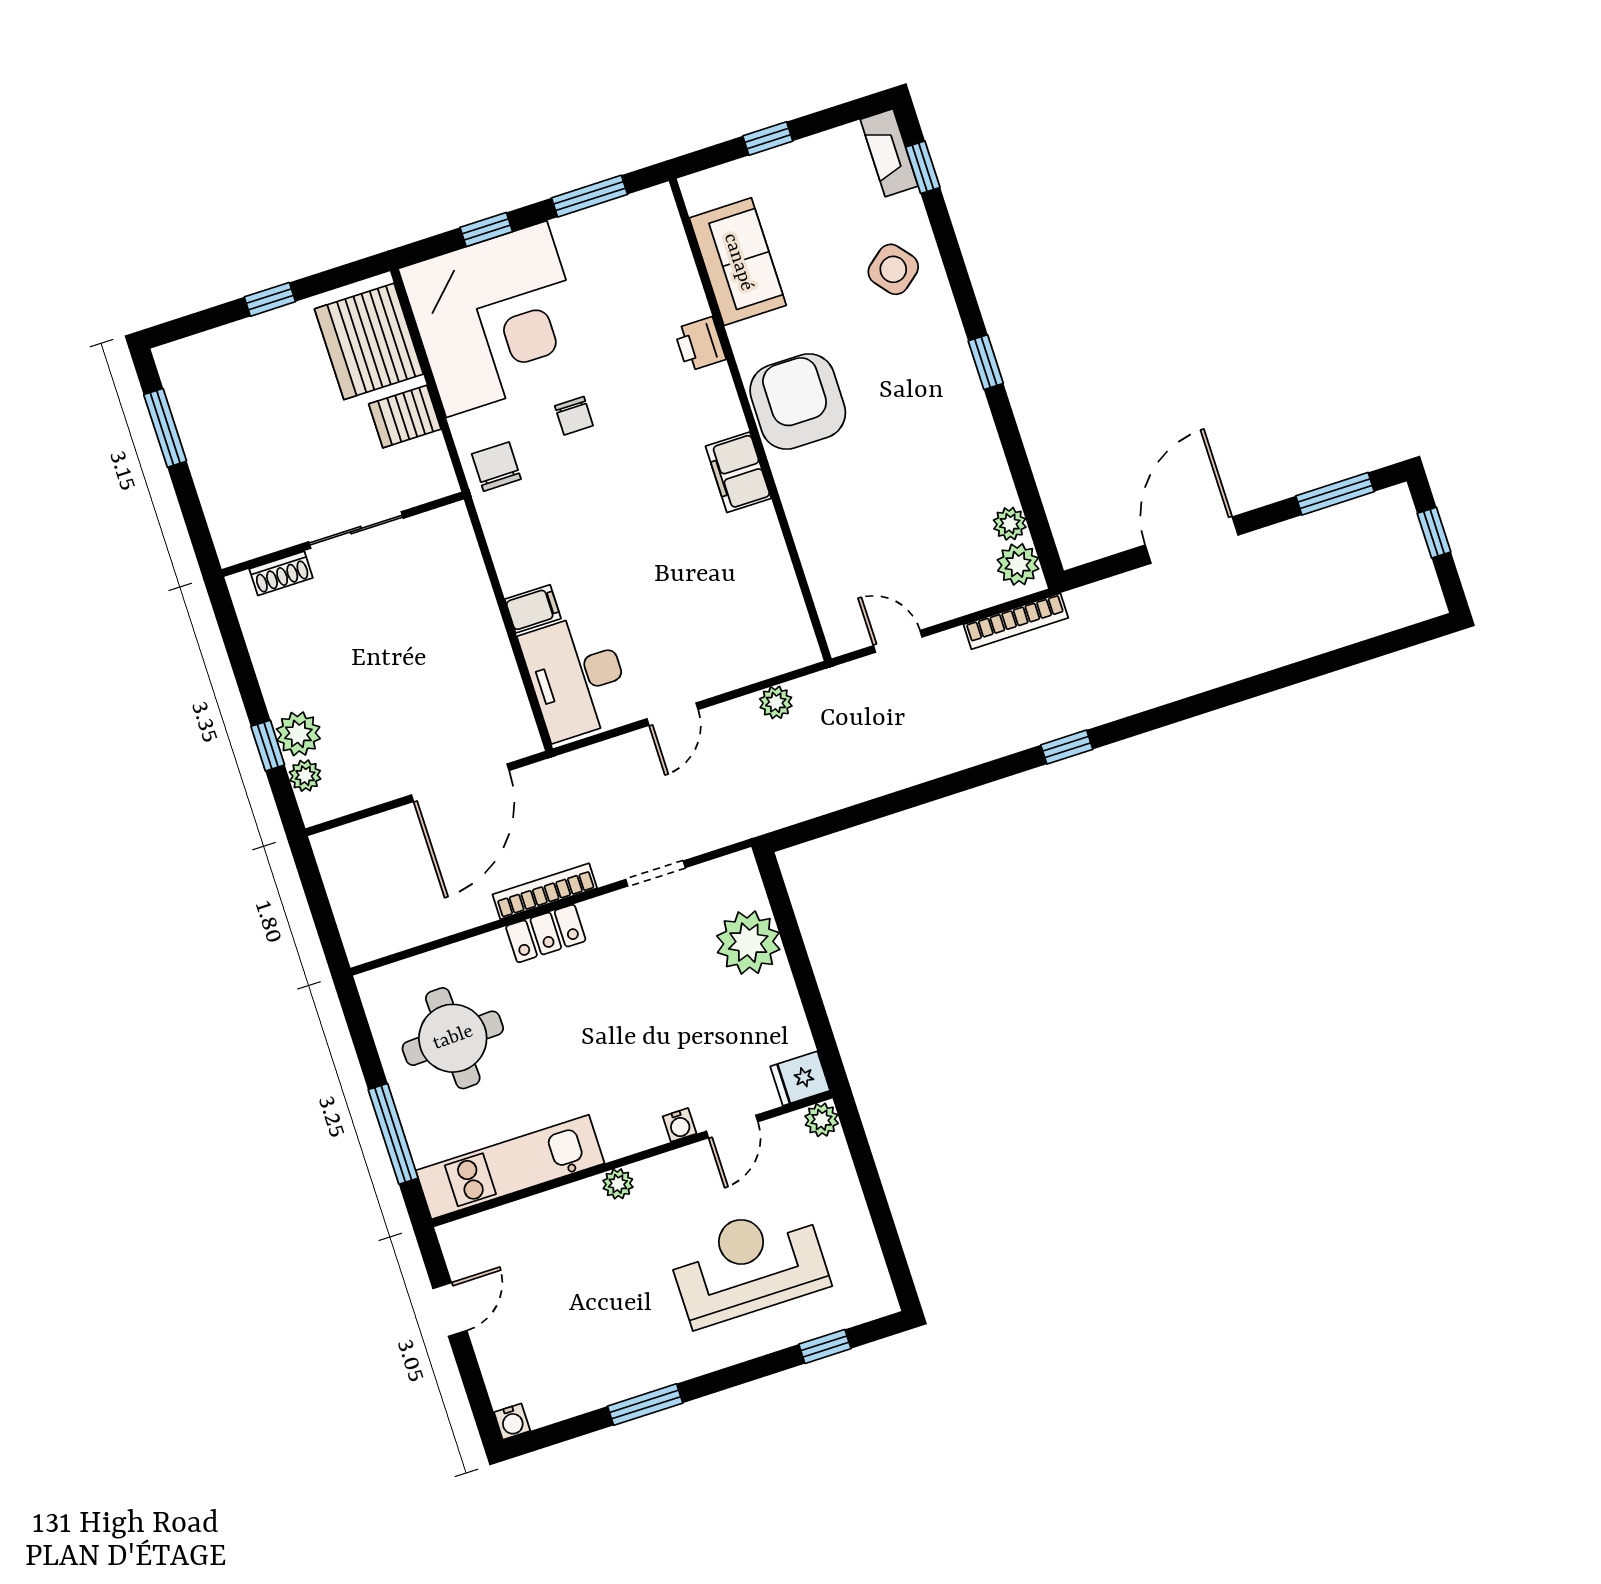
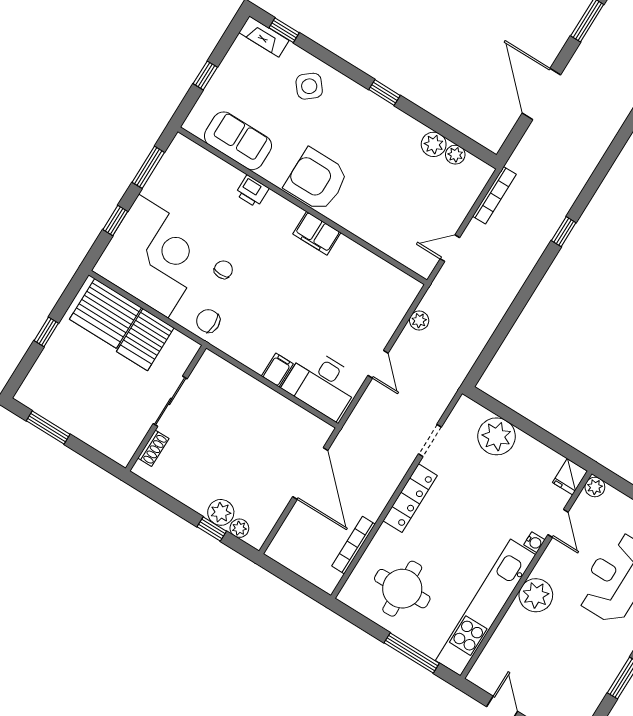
server rack: (405, 416) -> (145, 340), width x1.36, depth x1.44
chair: (574, 416) -> (223, 270), turned -90
plant: (1018, 564) -> (434, 144), moved
bookcase: (545, 891) -> (354, 545), moved
locker: (546, 933) -> (410, 498), width x1.53
kitchen unit: (510, 1167) -> (486, 608), width x1.36
plant: (618, 1184) -> (536, 595), width x1.88, depth x1.88

